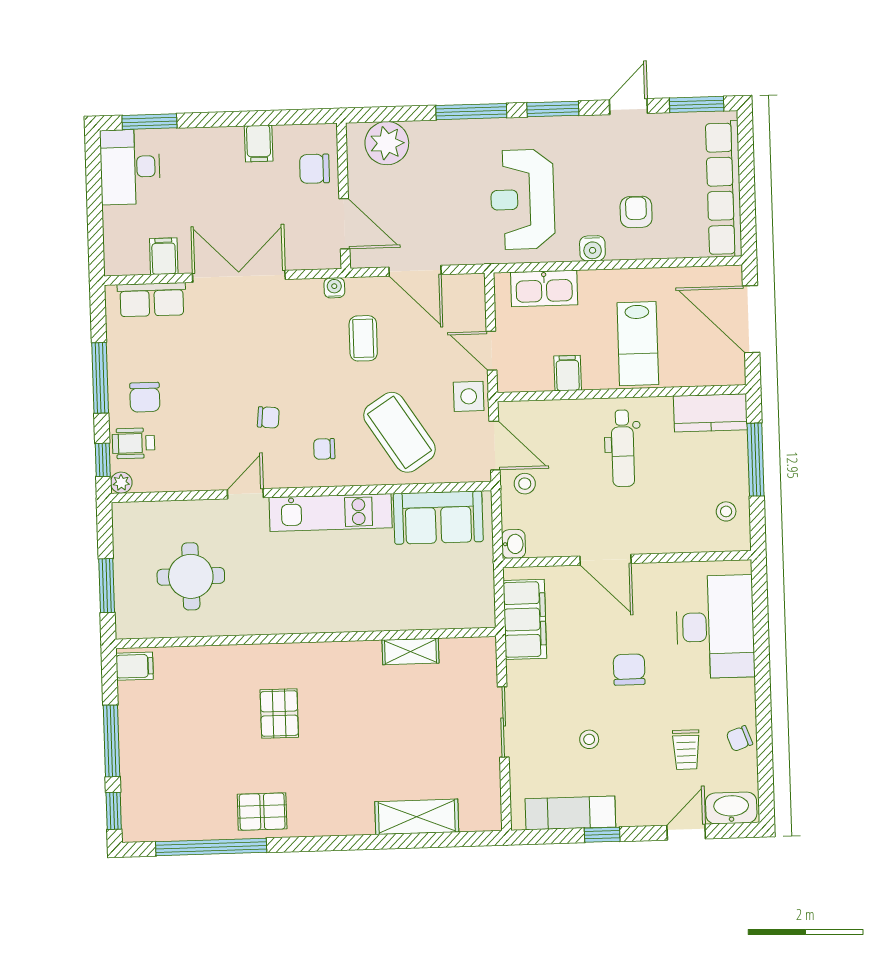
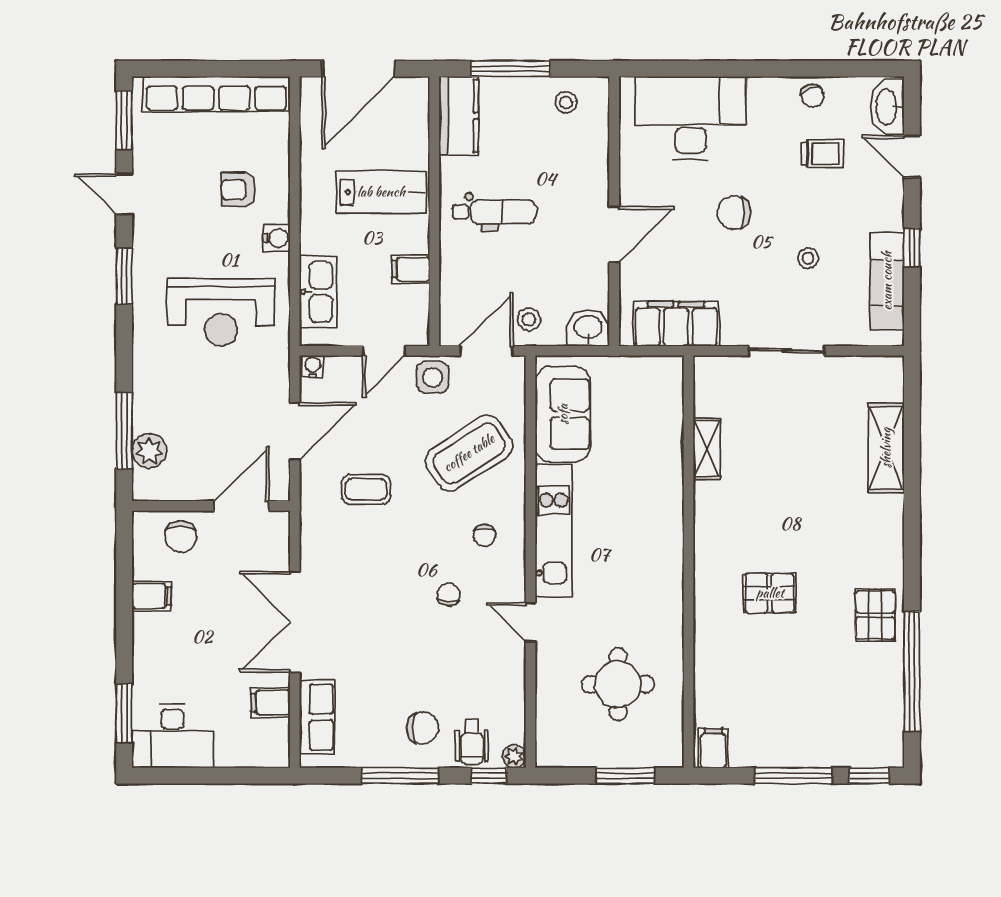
window: (471, 112) -> (124, 431), moved
plant: (387, 143) -> (149, 451), width x0.73, depth x0.73
water cooler: (334, 288) -> (313, 366), moved, turned 90
washbasin: (514, 544) -> (588, 328), width x1.38, depth x1.45

